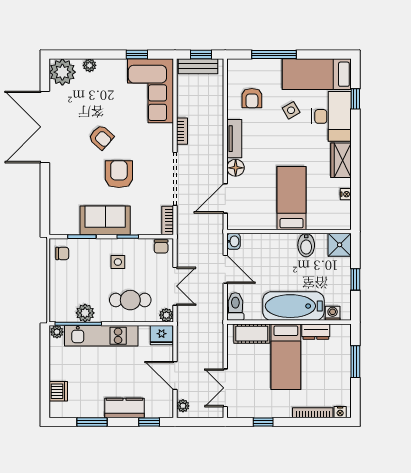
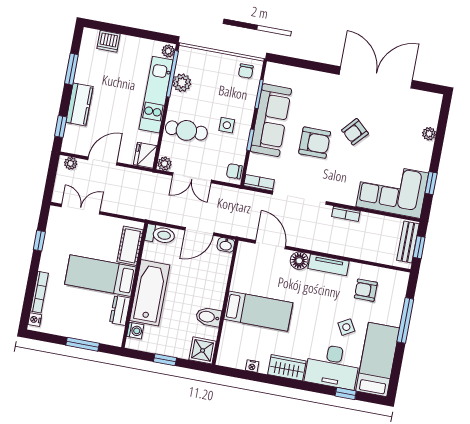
plant: (62, 72) -> (427, 105), removed
sofa: (105, 220) -> (271, 120), width x1.36
cafe table: (130, 300) -> (186, 130), turned 90

